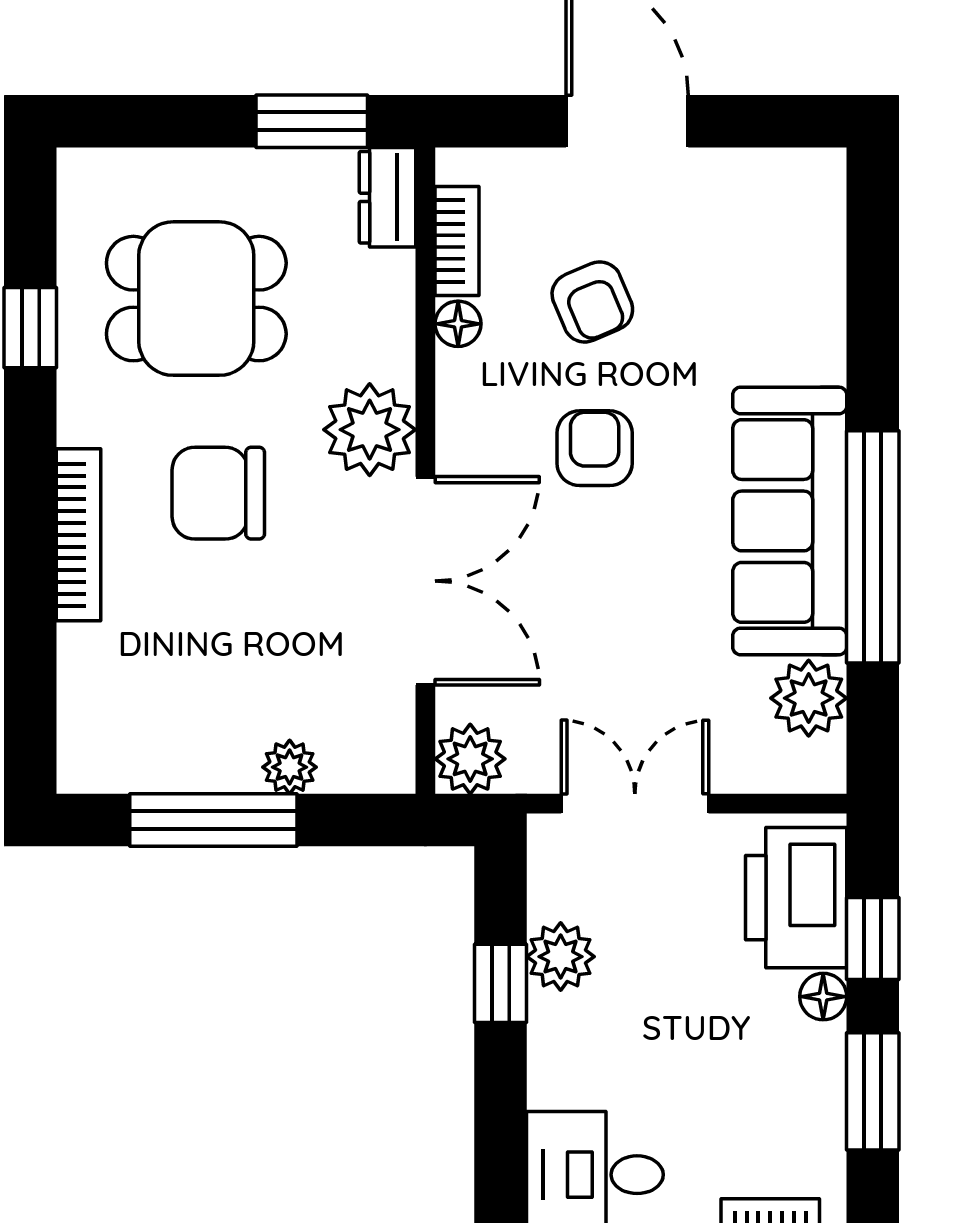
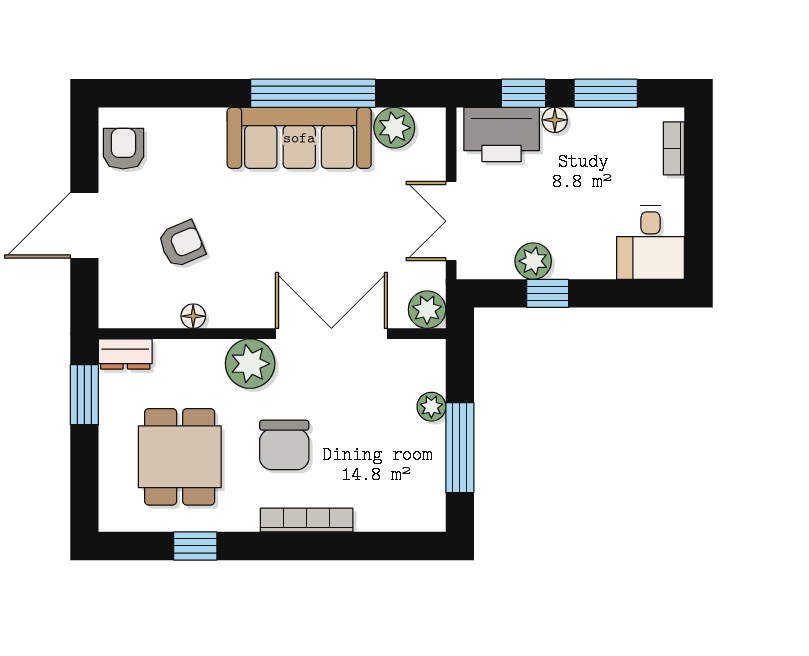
bookcase: (457, 241) -> (149, 317), removed
armchair: (595, 448) -> (123, 149), moved, turned 90

